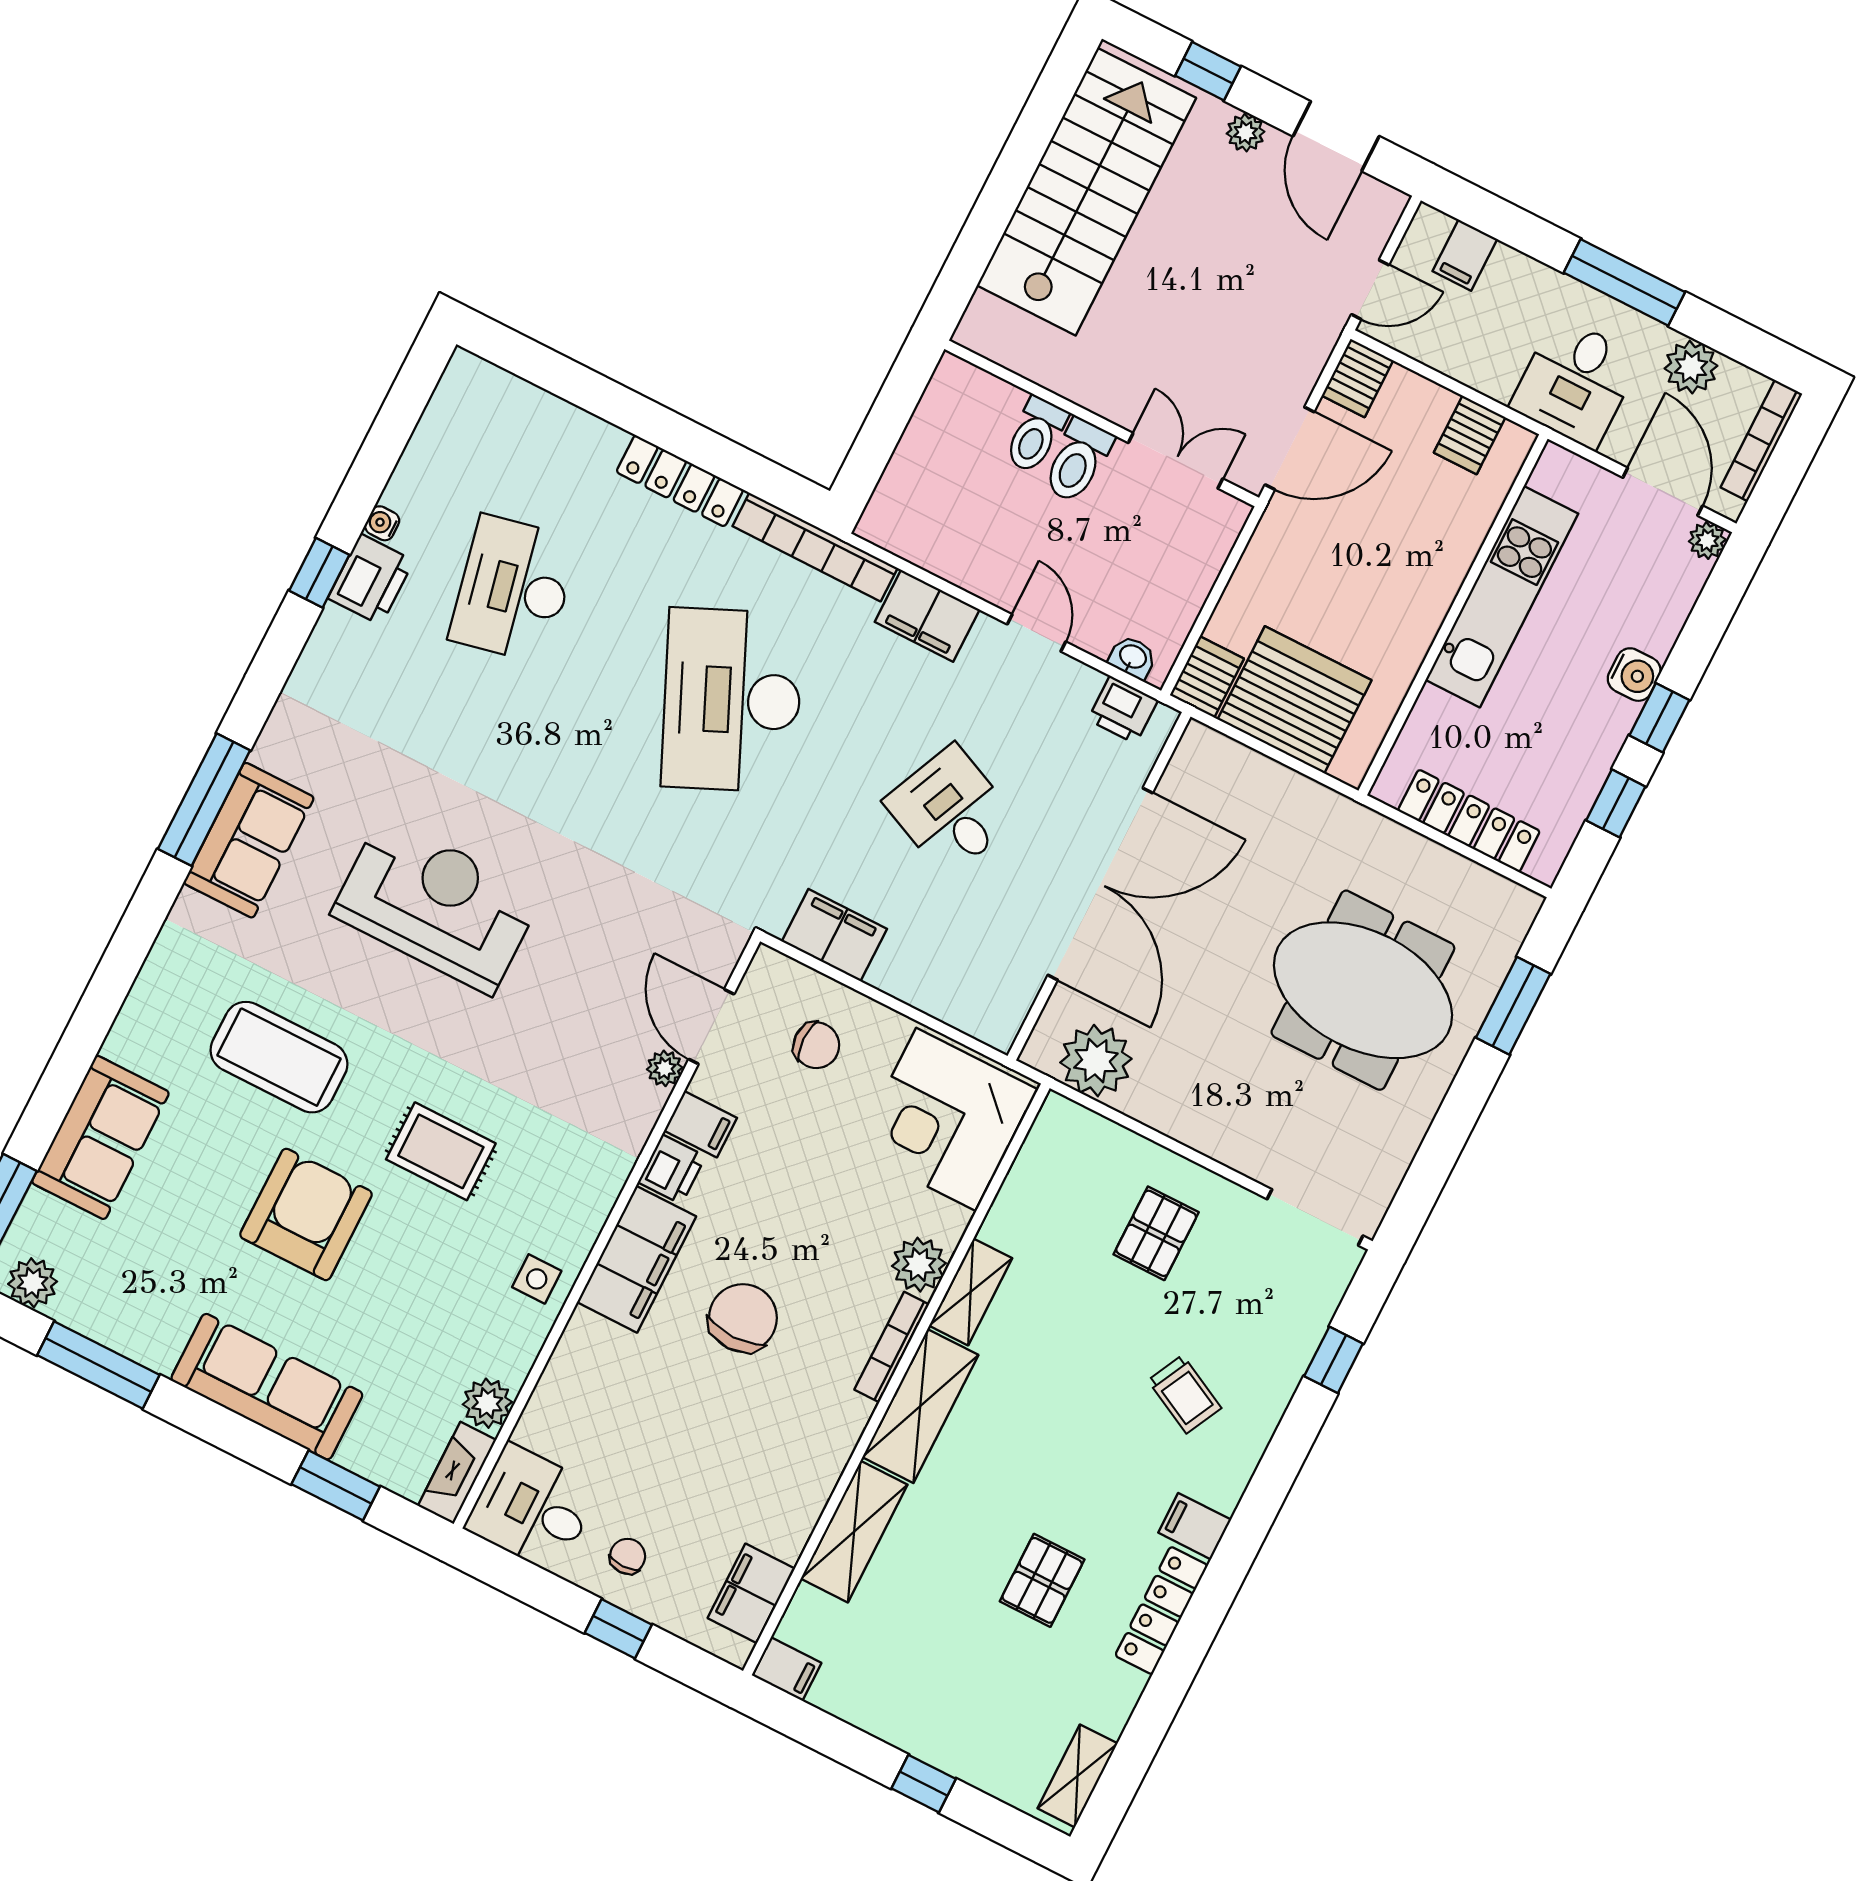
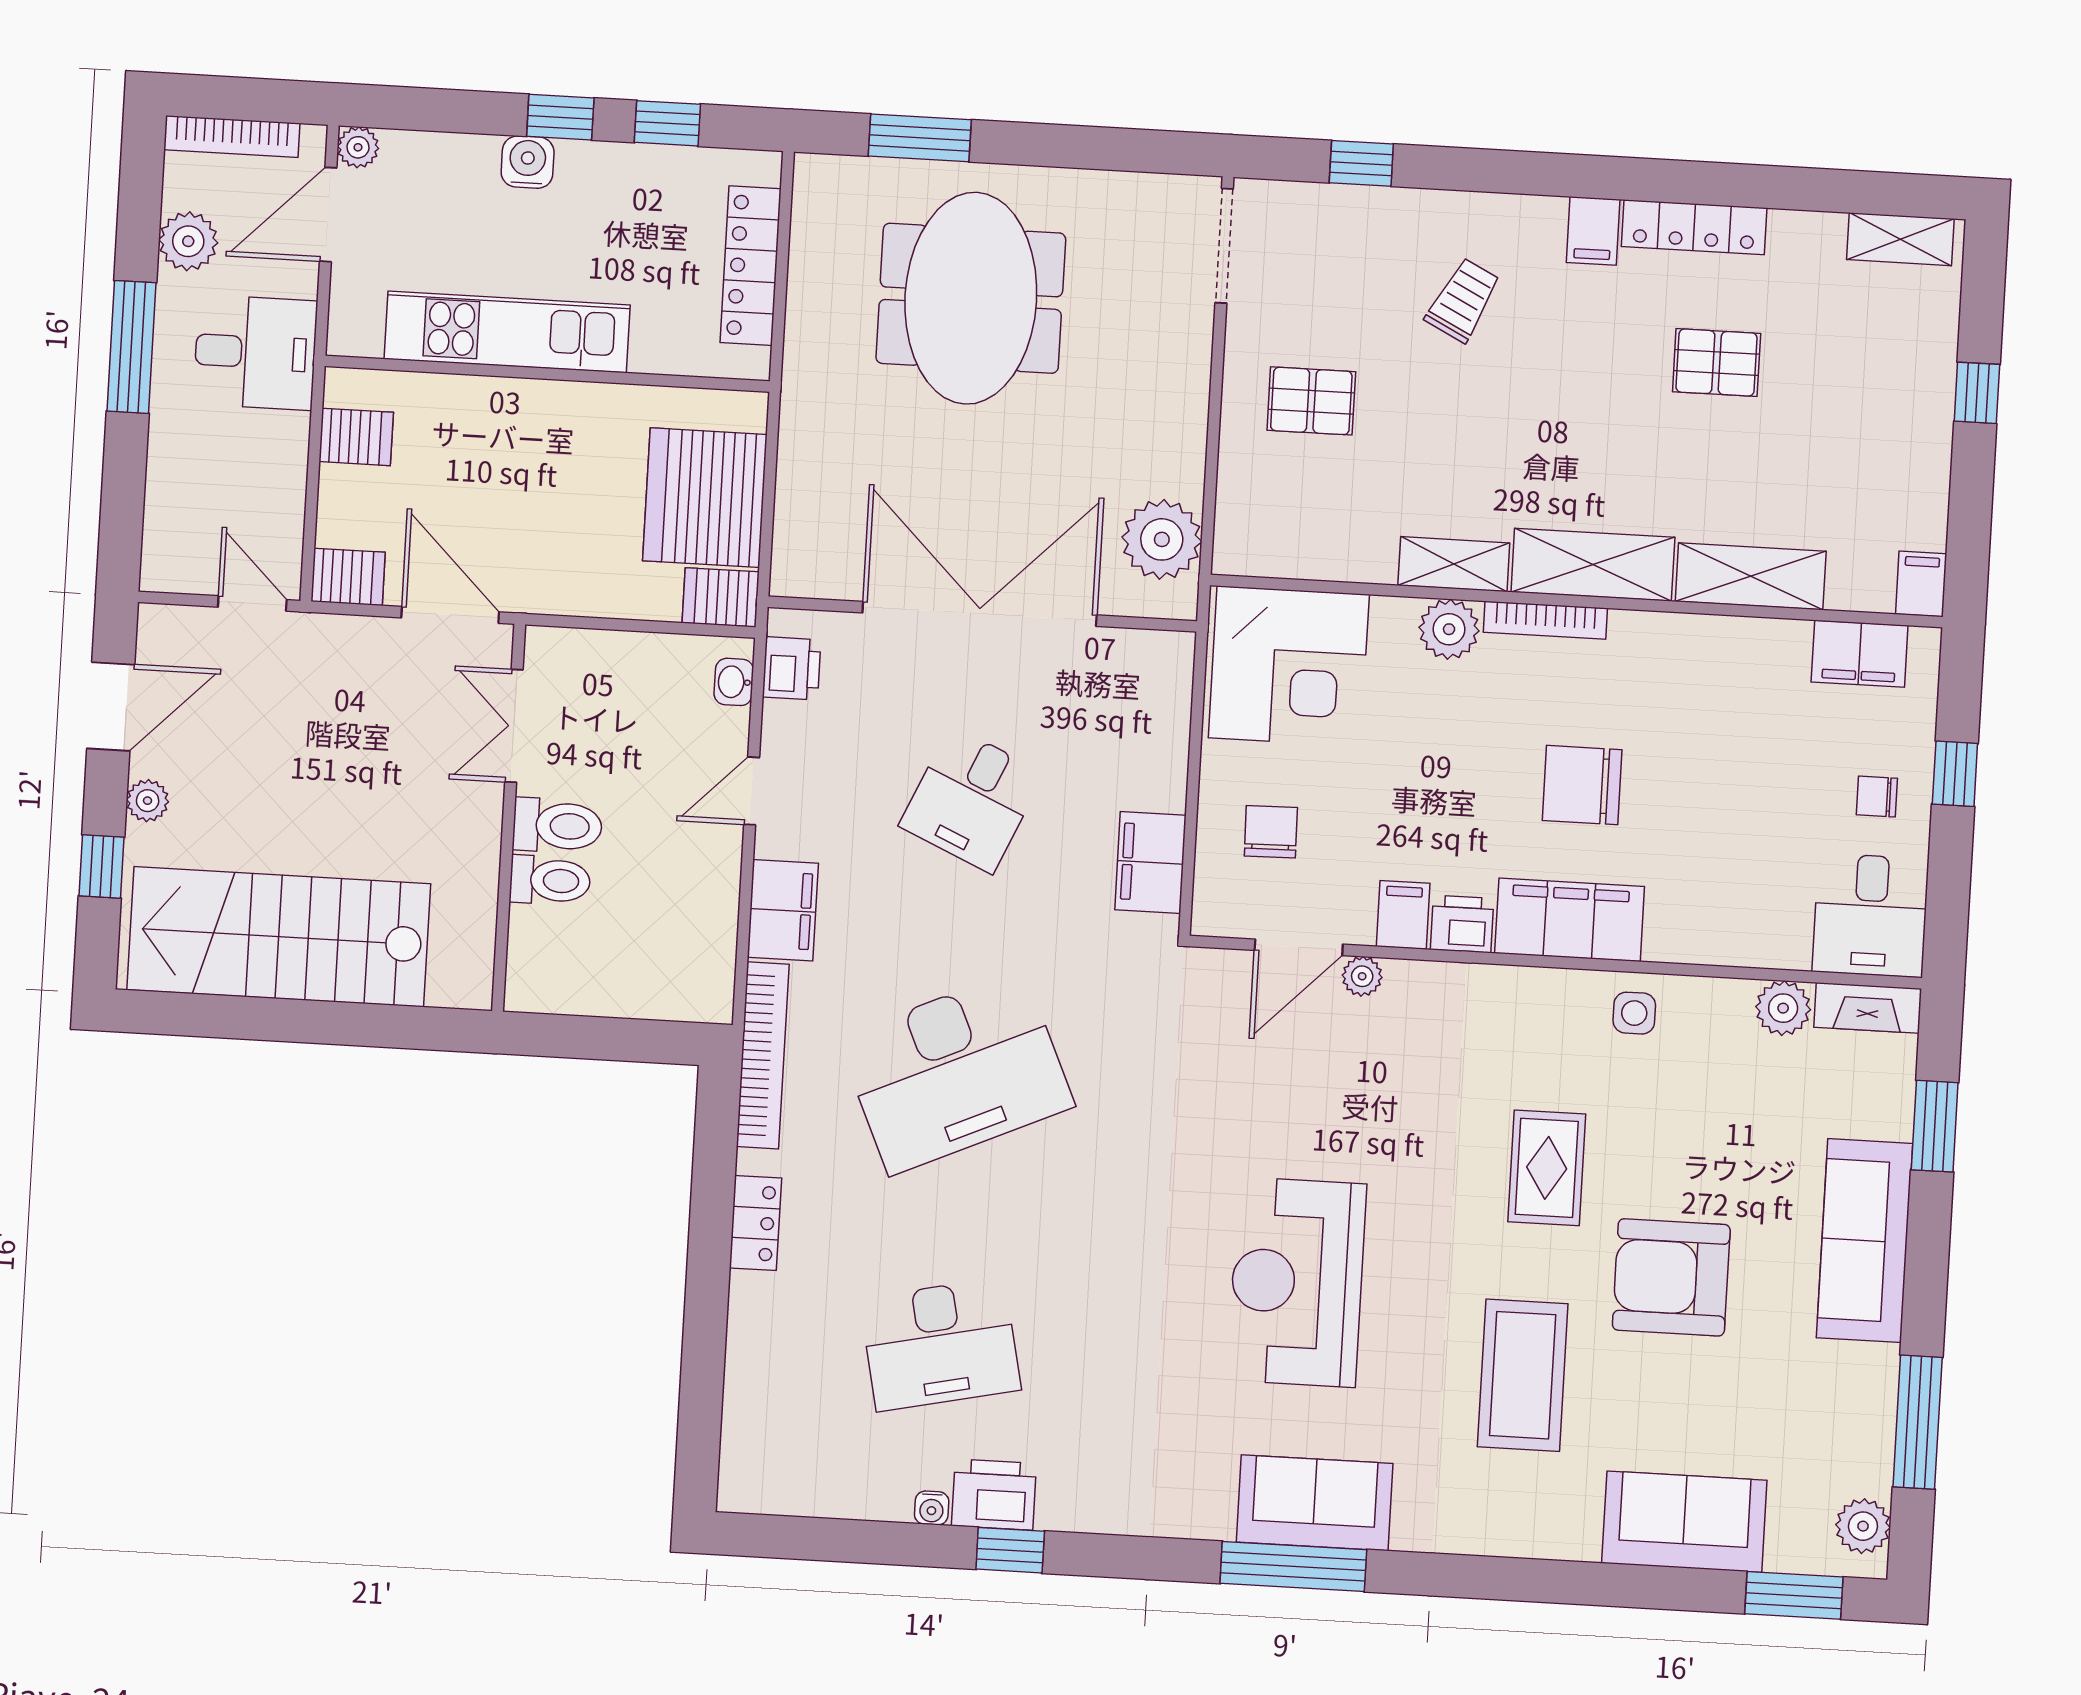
filing cabinet: (1465, 255) -> (175, 522), removed
locker: (680, 481) -> (755, 1223), width x0.66

